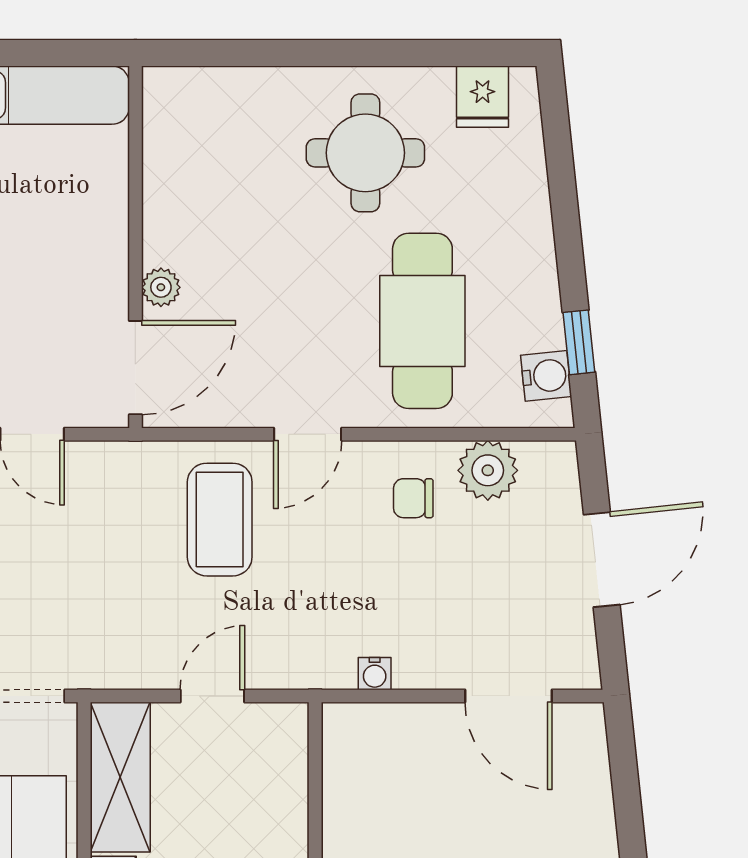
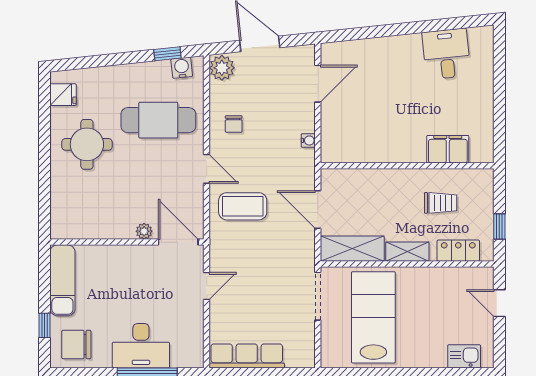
plant: (488, 470) -> (222, 68), moved
door: (212, 696) -> (318, 209), width x1.38

